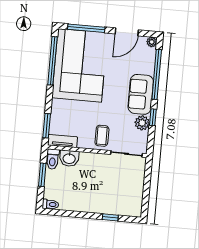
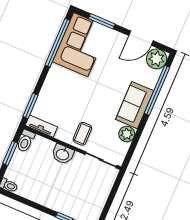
window: (86, 28) -> (102, 21), width x0.69
plant: (152, 42) -> (157, 59), width x1.88, depth x1.88
corner sofa: (80, 65) -> (81, 45), width x0.73, depth x0.74
window: (153, 117) -> (139, 132), removed
washbasin: (69, 158) -> (63, 154), moved

